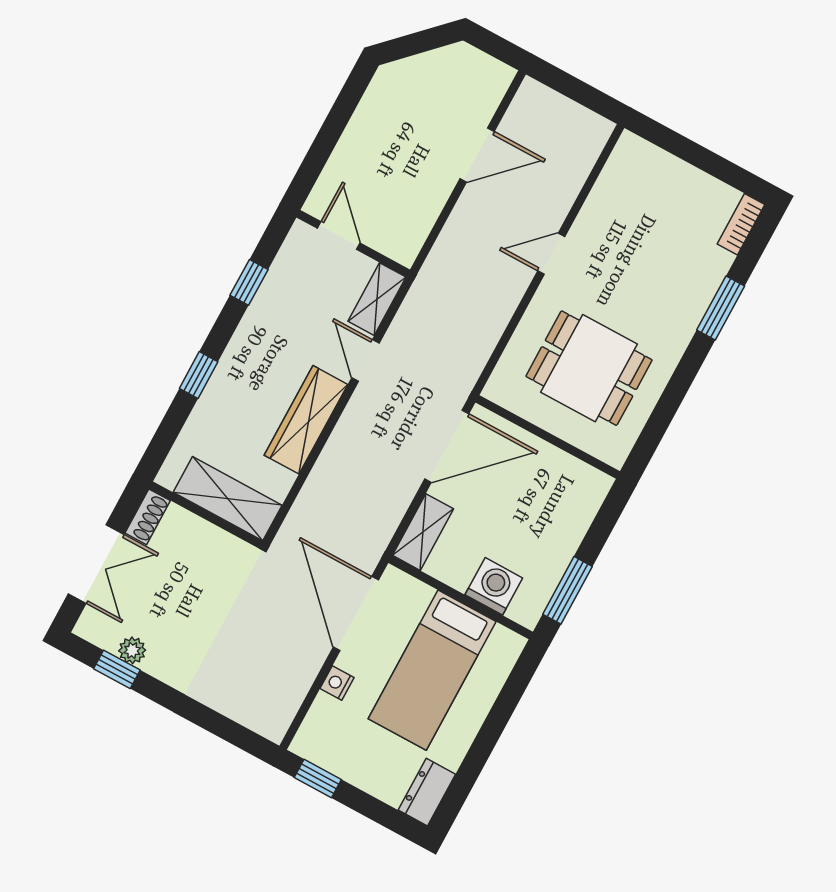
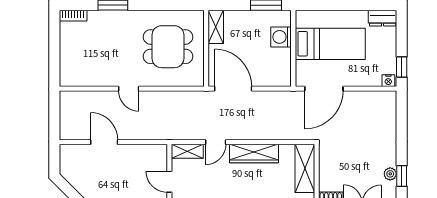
door: (339, 236) -> (169, 182), hinge flipped
dining table: (589, 368) -> (168, 47), turned 90
shelving: (423, 532) -> (216, 27), moved, turned 90
nightstand: (337, 683) -> (388, 81), moved

